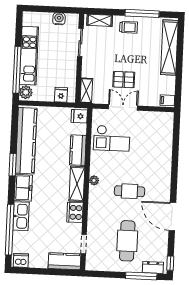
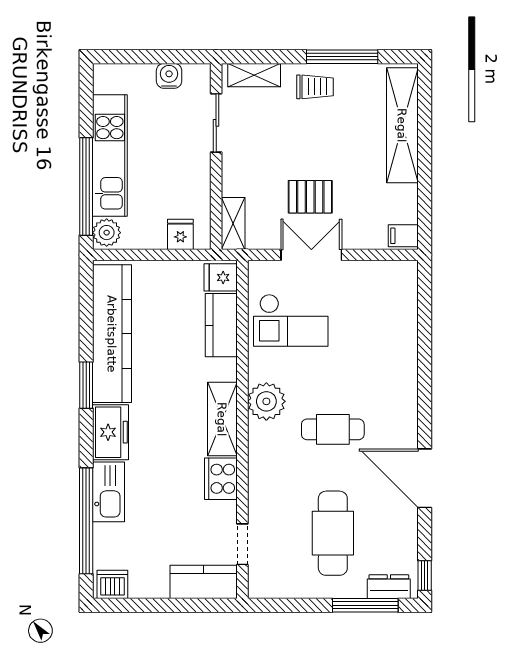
kitchen counter: (78, 150) -> (221, 325), moved
plant: (94, 180) -> (266, 401), width x1.88, depth x1.88

